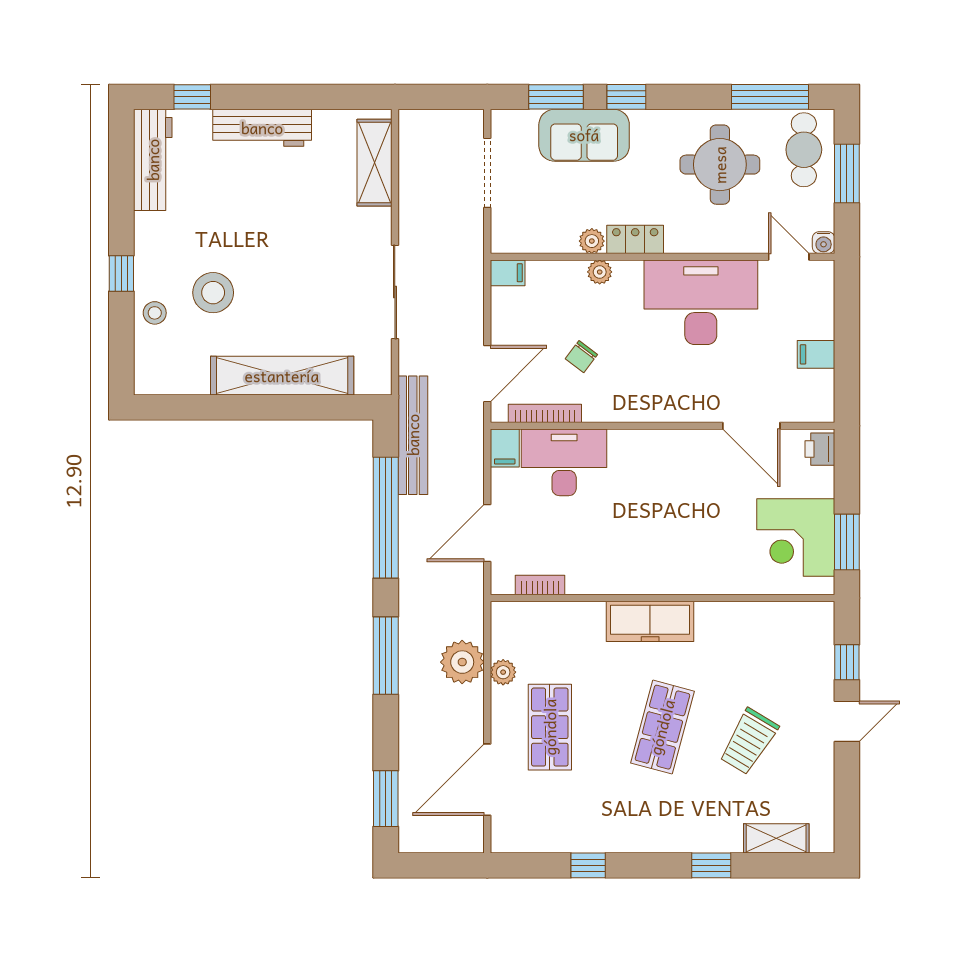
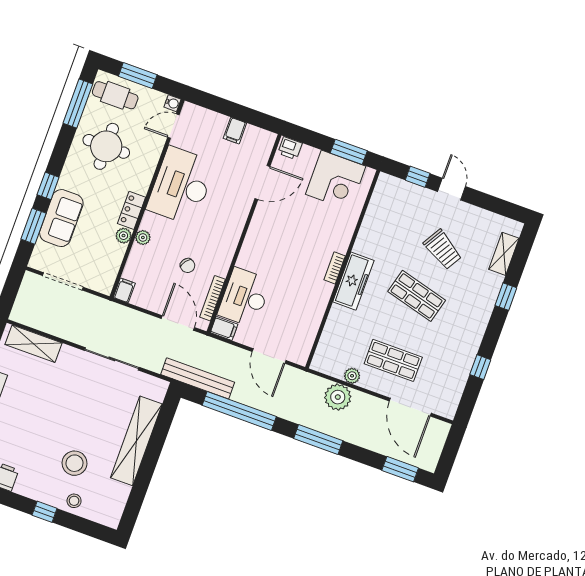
bookcase: (540, 585) -> (335, 268), moved

